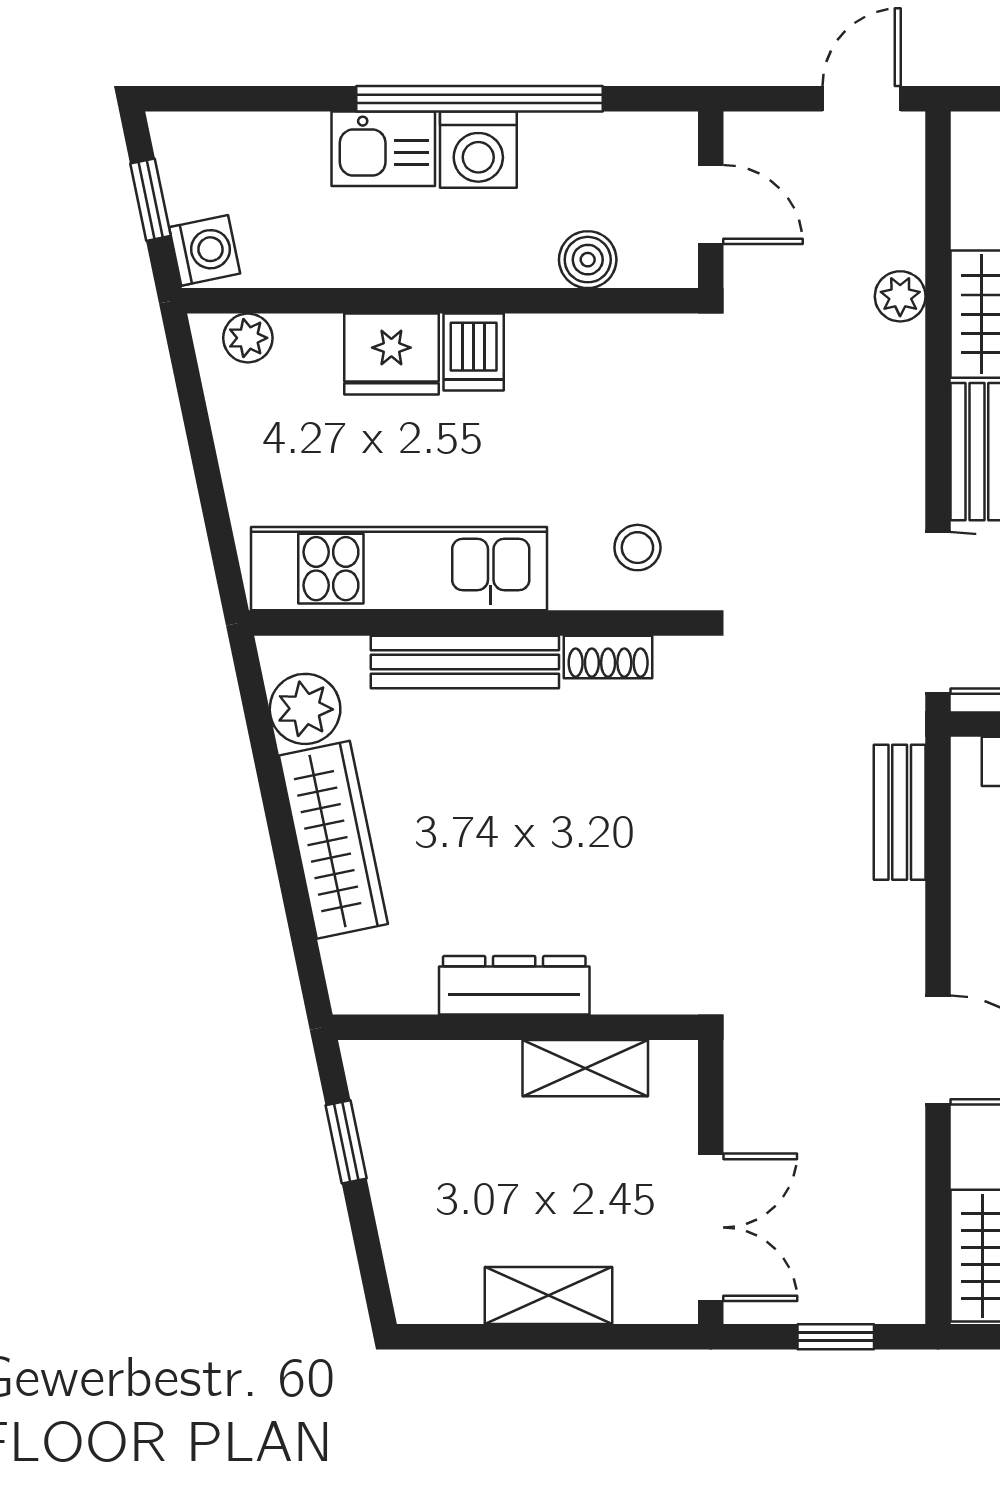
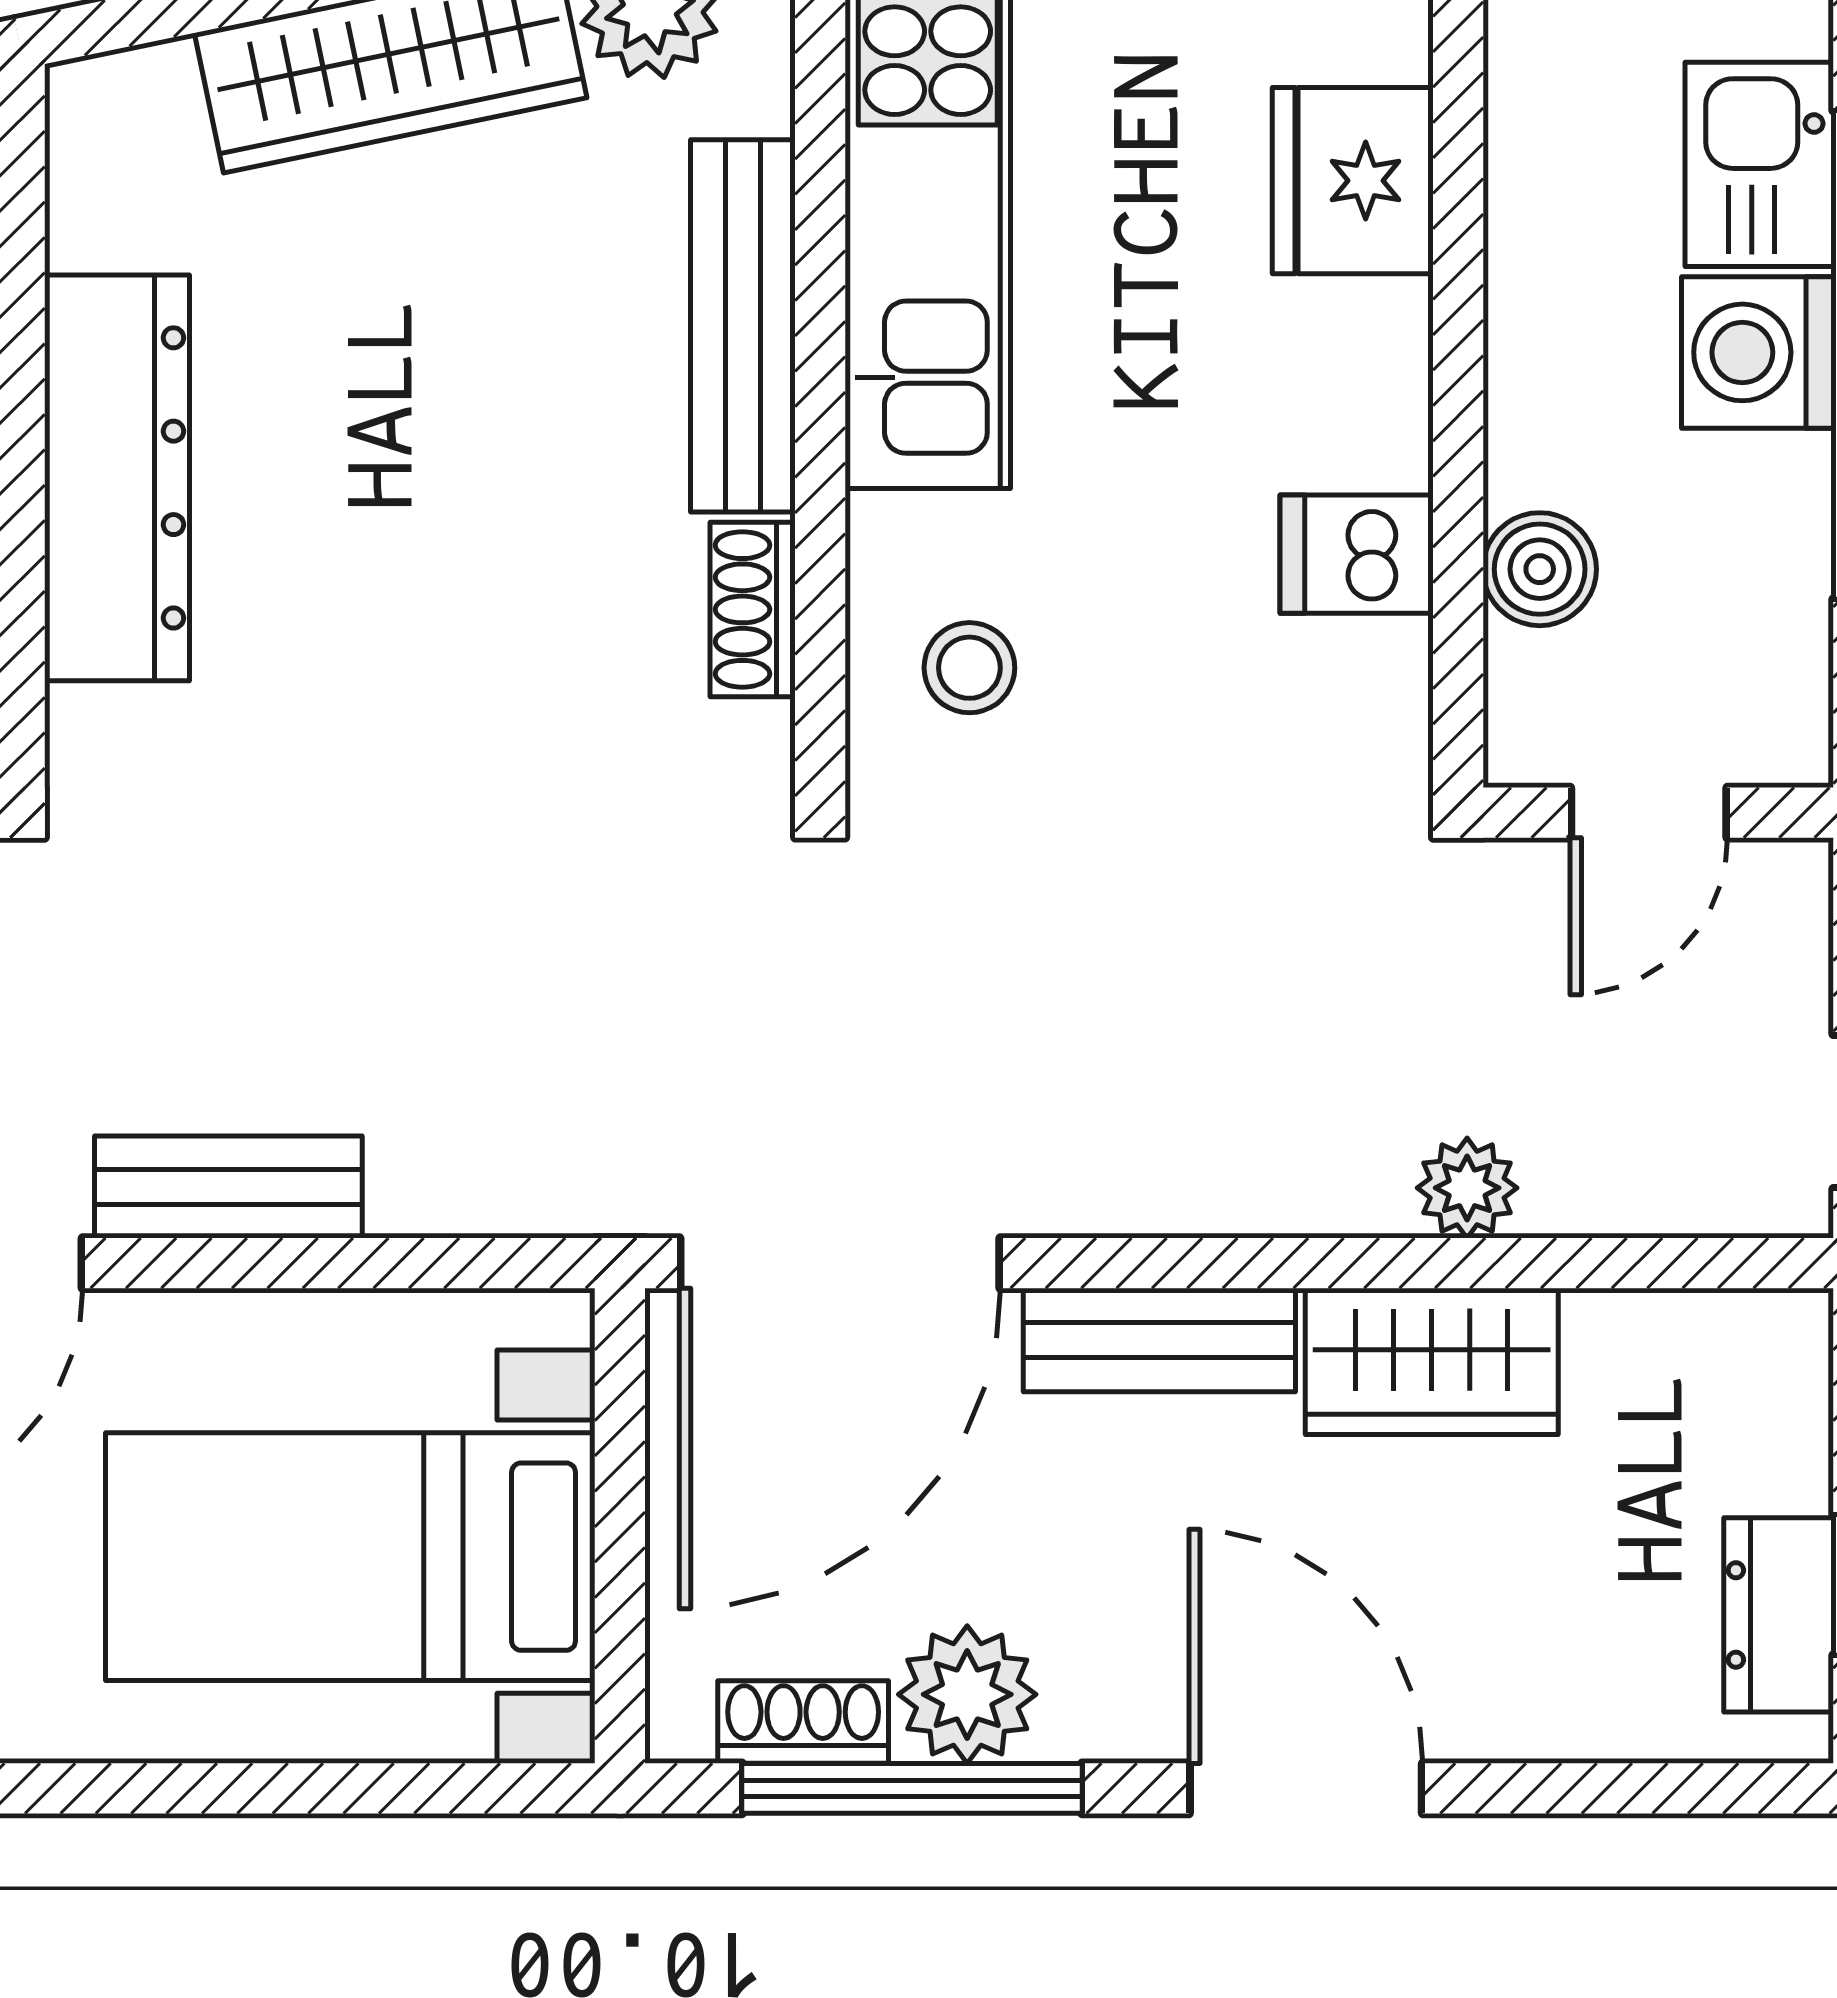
dishwasher: (474, 352) -> (1357, 554), moved
bench: (900, 812) -> (228, 1187), moved
dresser: (514, 985) -> (117, 478), width x1.37, depth x1.24

